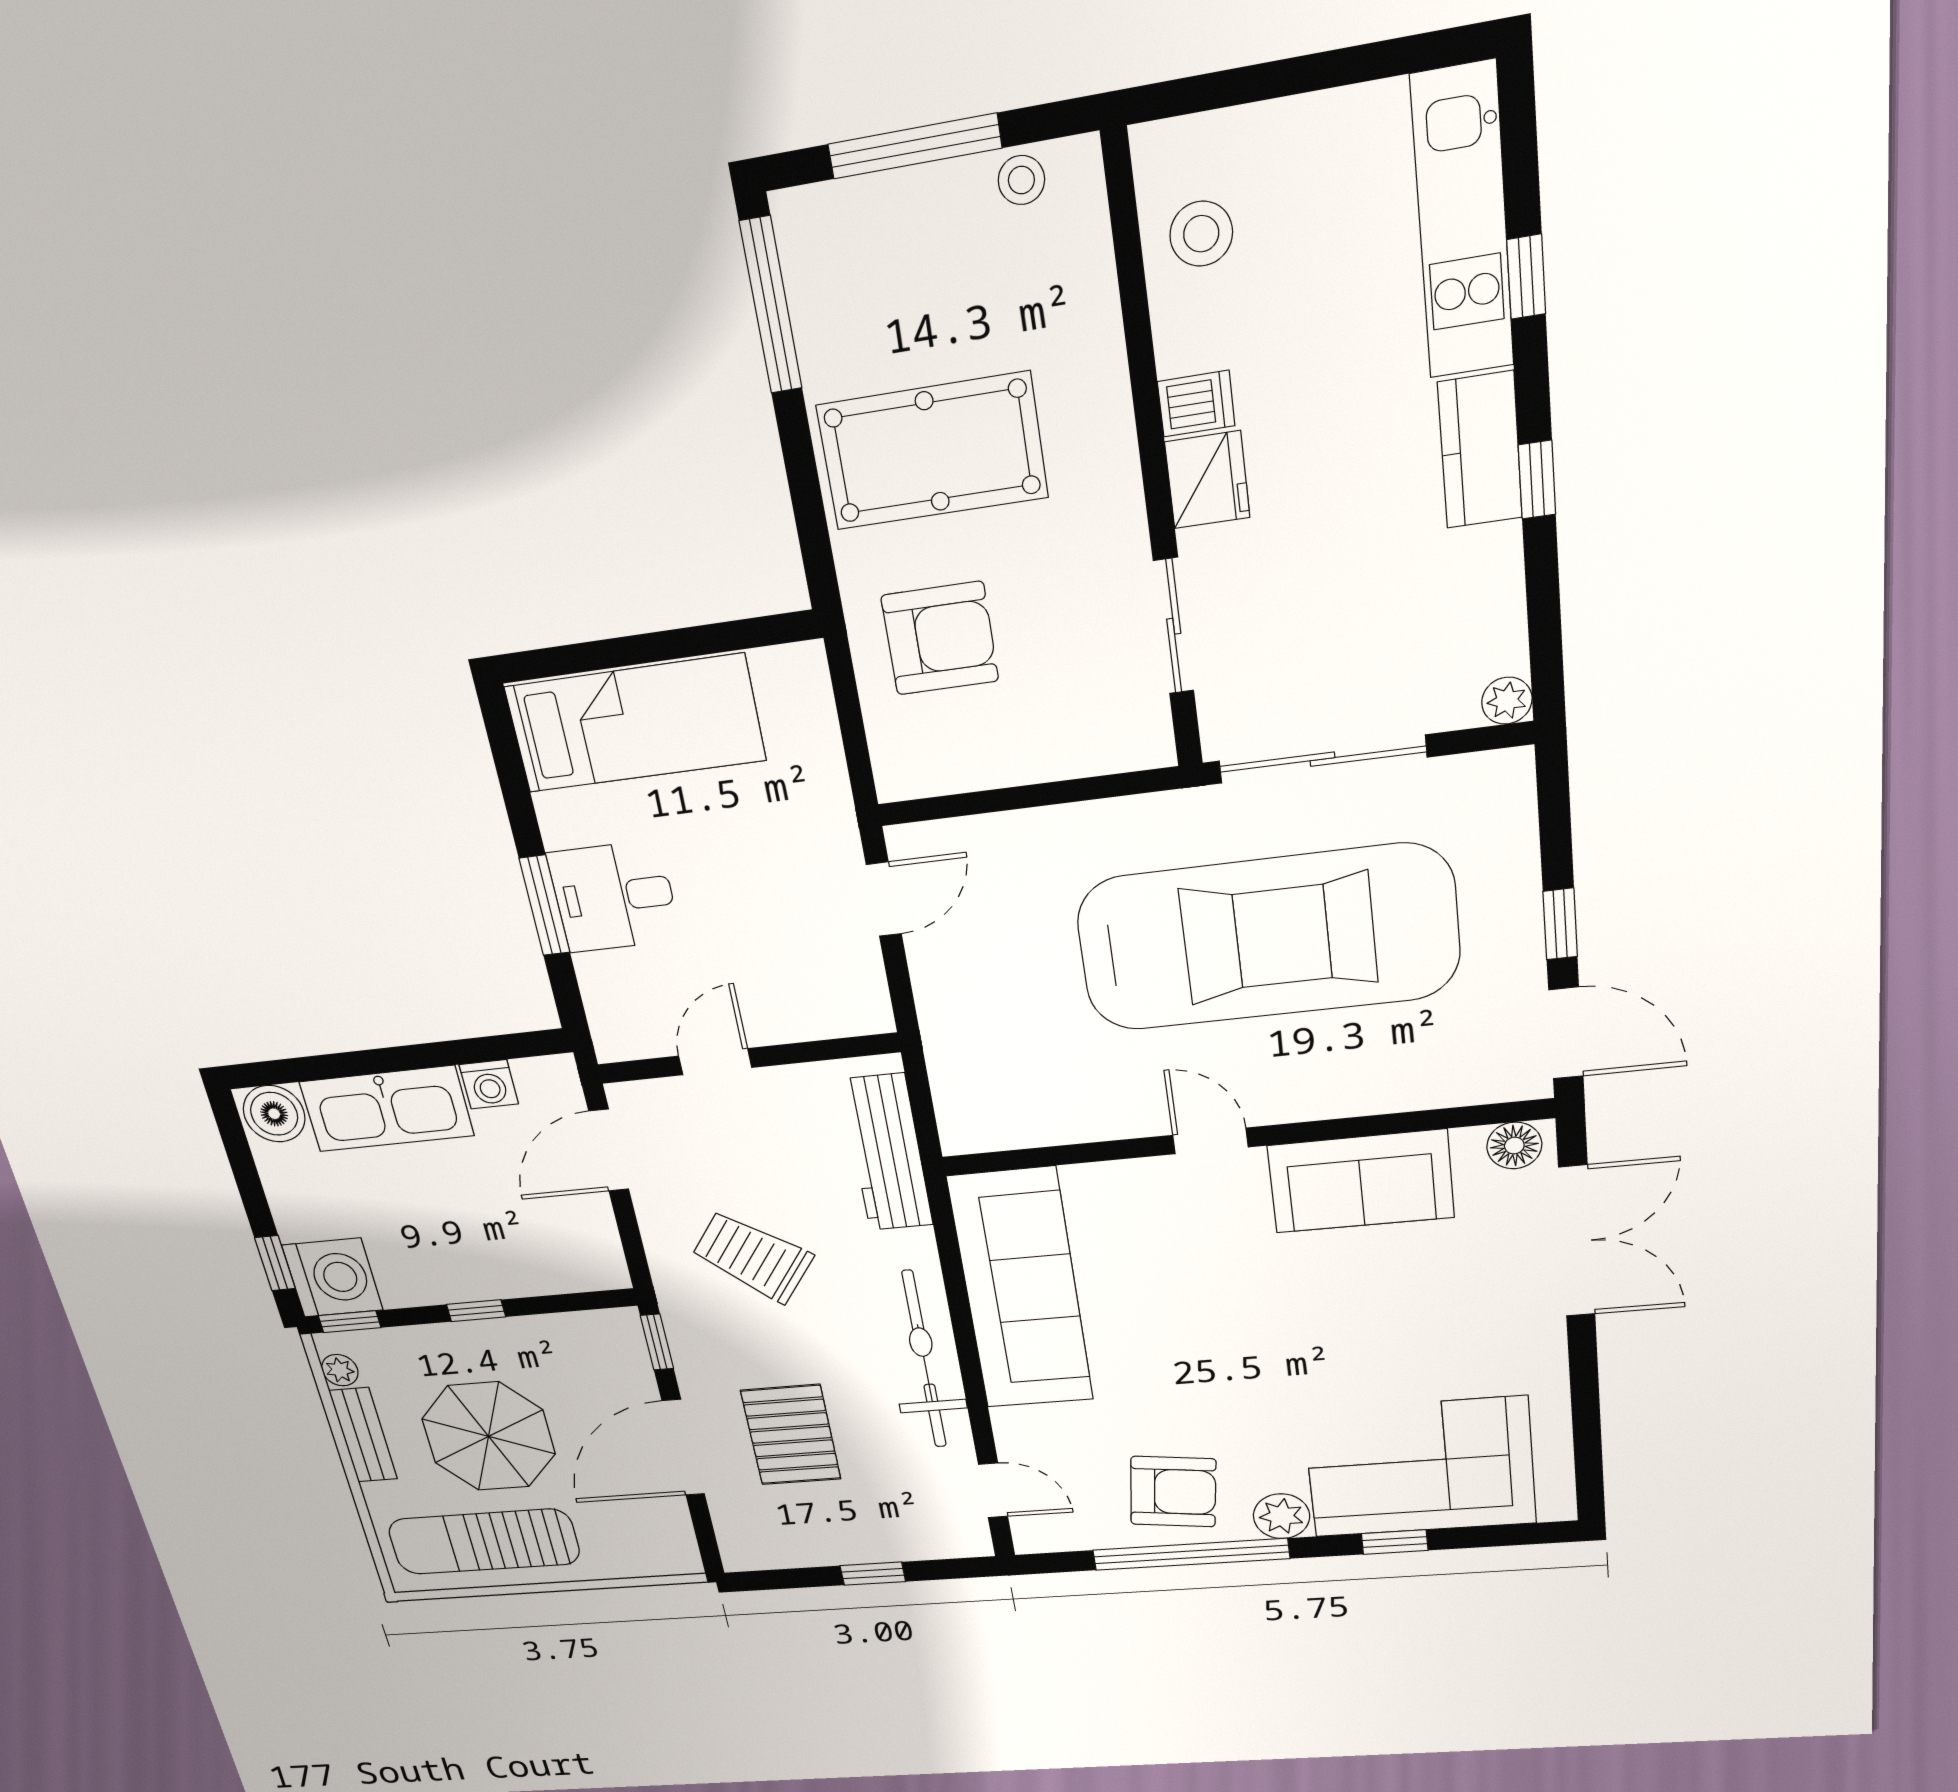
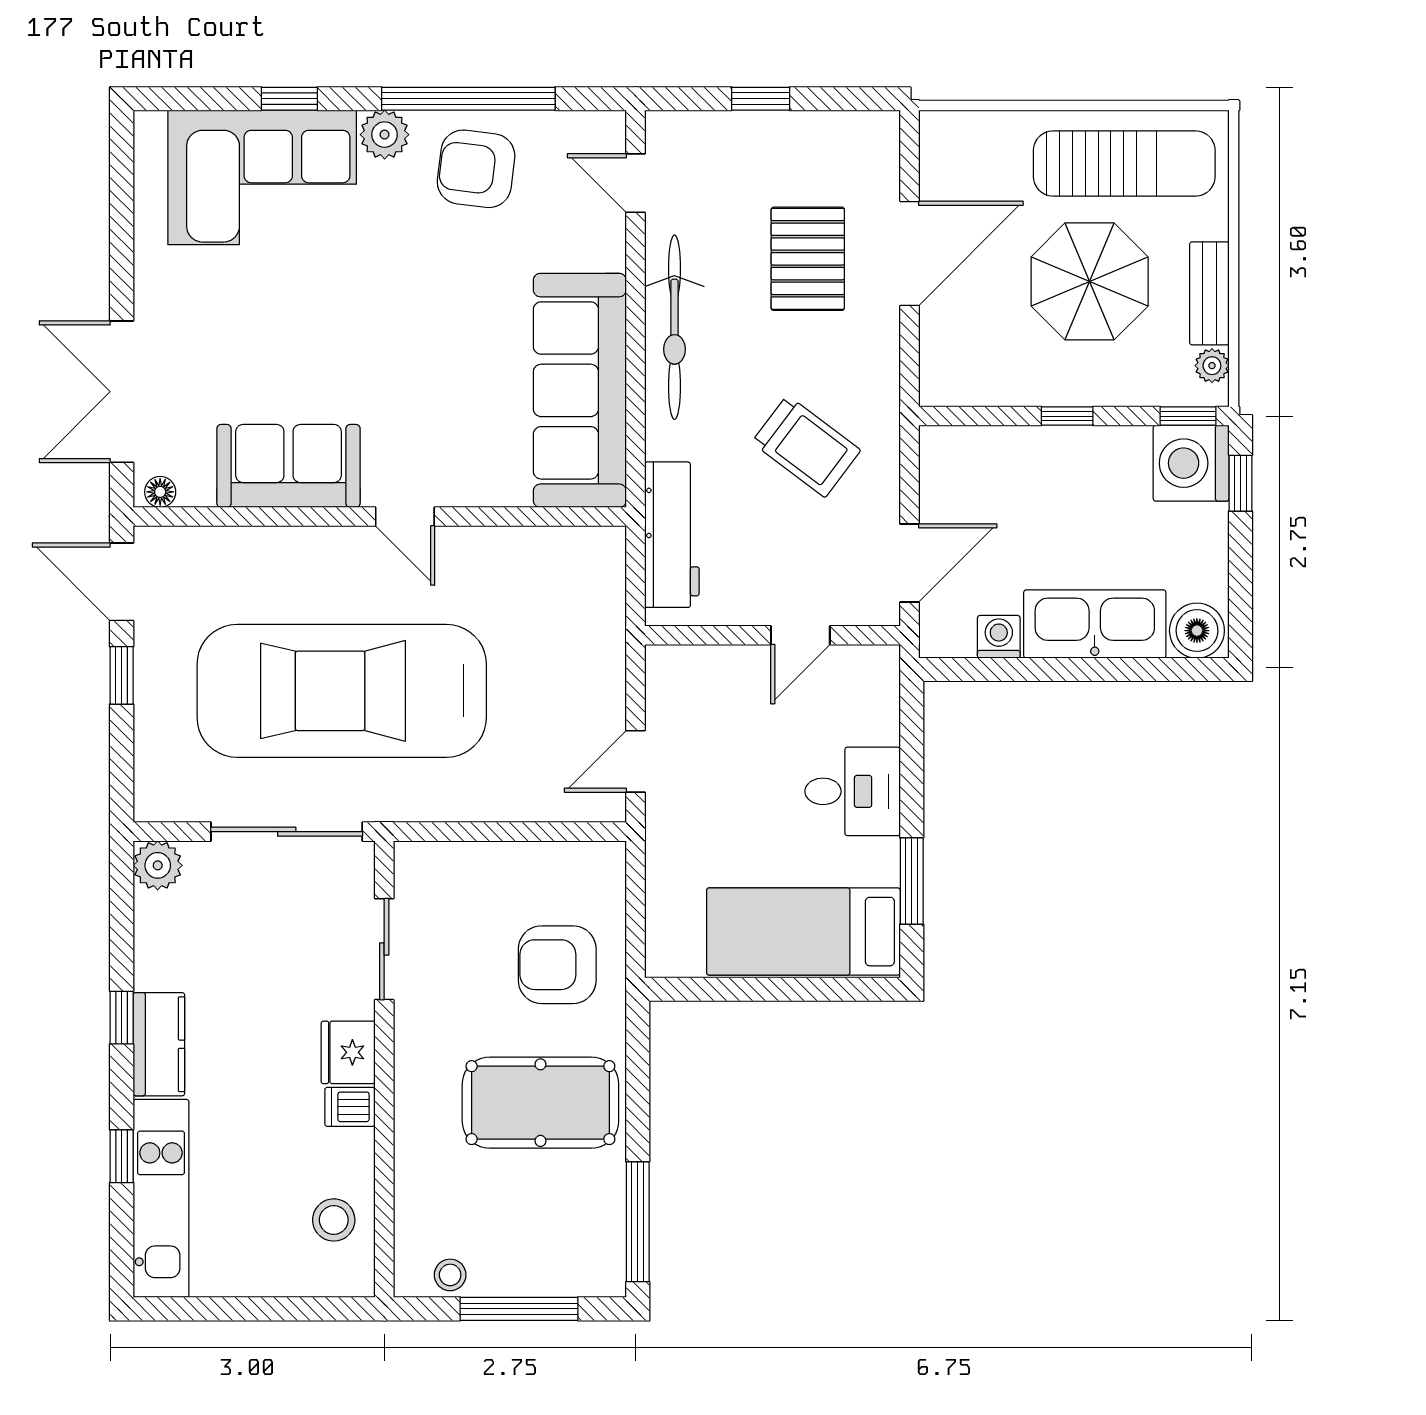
plant: (1507, 701) -> (158, 865), width x1.38, depth x1.38
window: (545, 905) -> (912, 881), moved
floor lamp: (1514, 1146) -> (160, 492), width x0.73, depth x0.73
window: (657, 1342) -> (909, 368), removed

